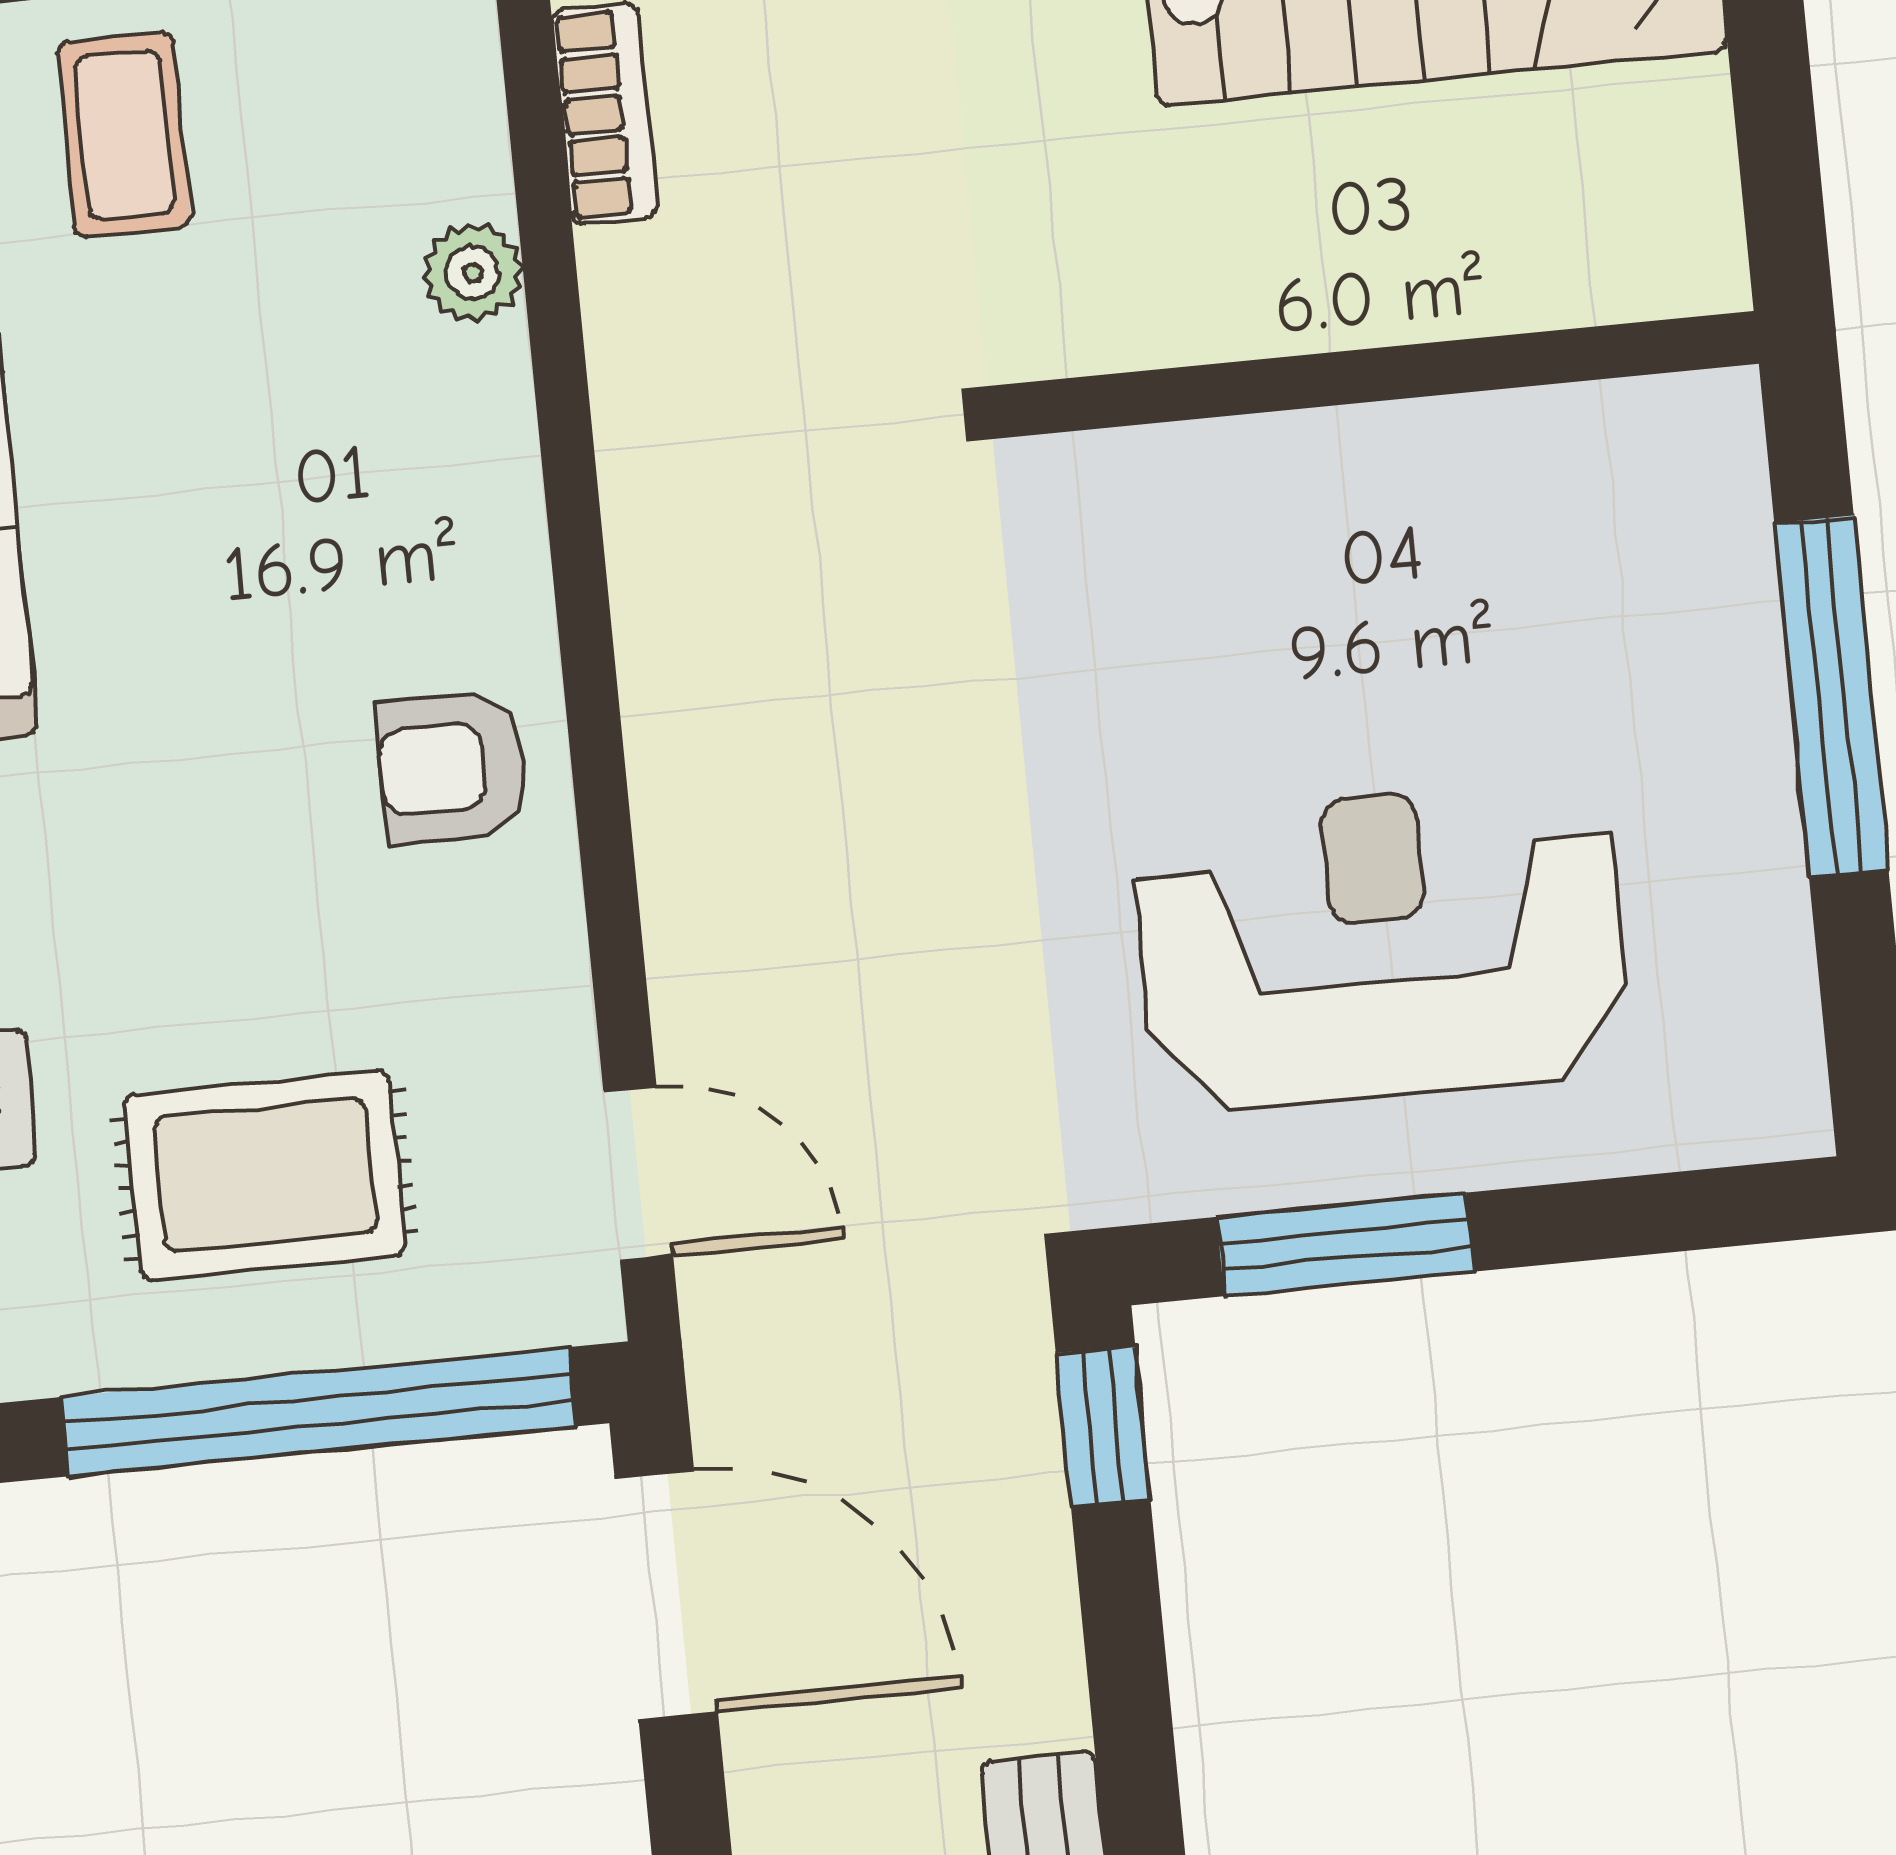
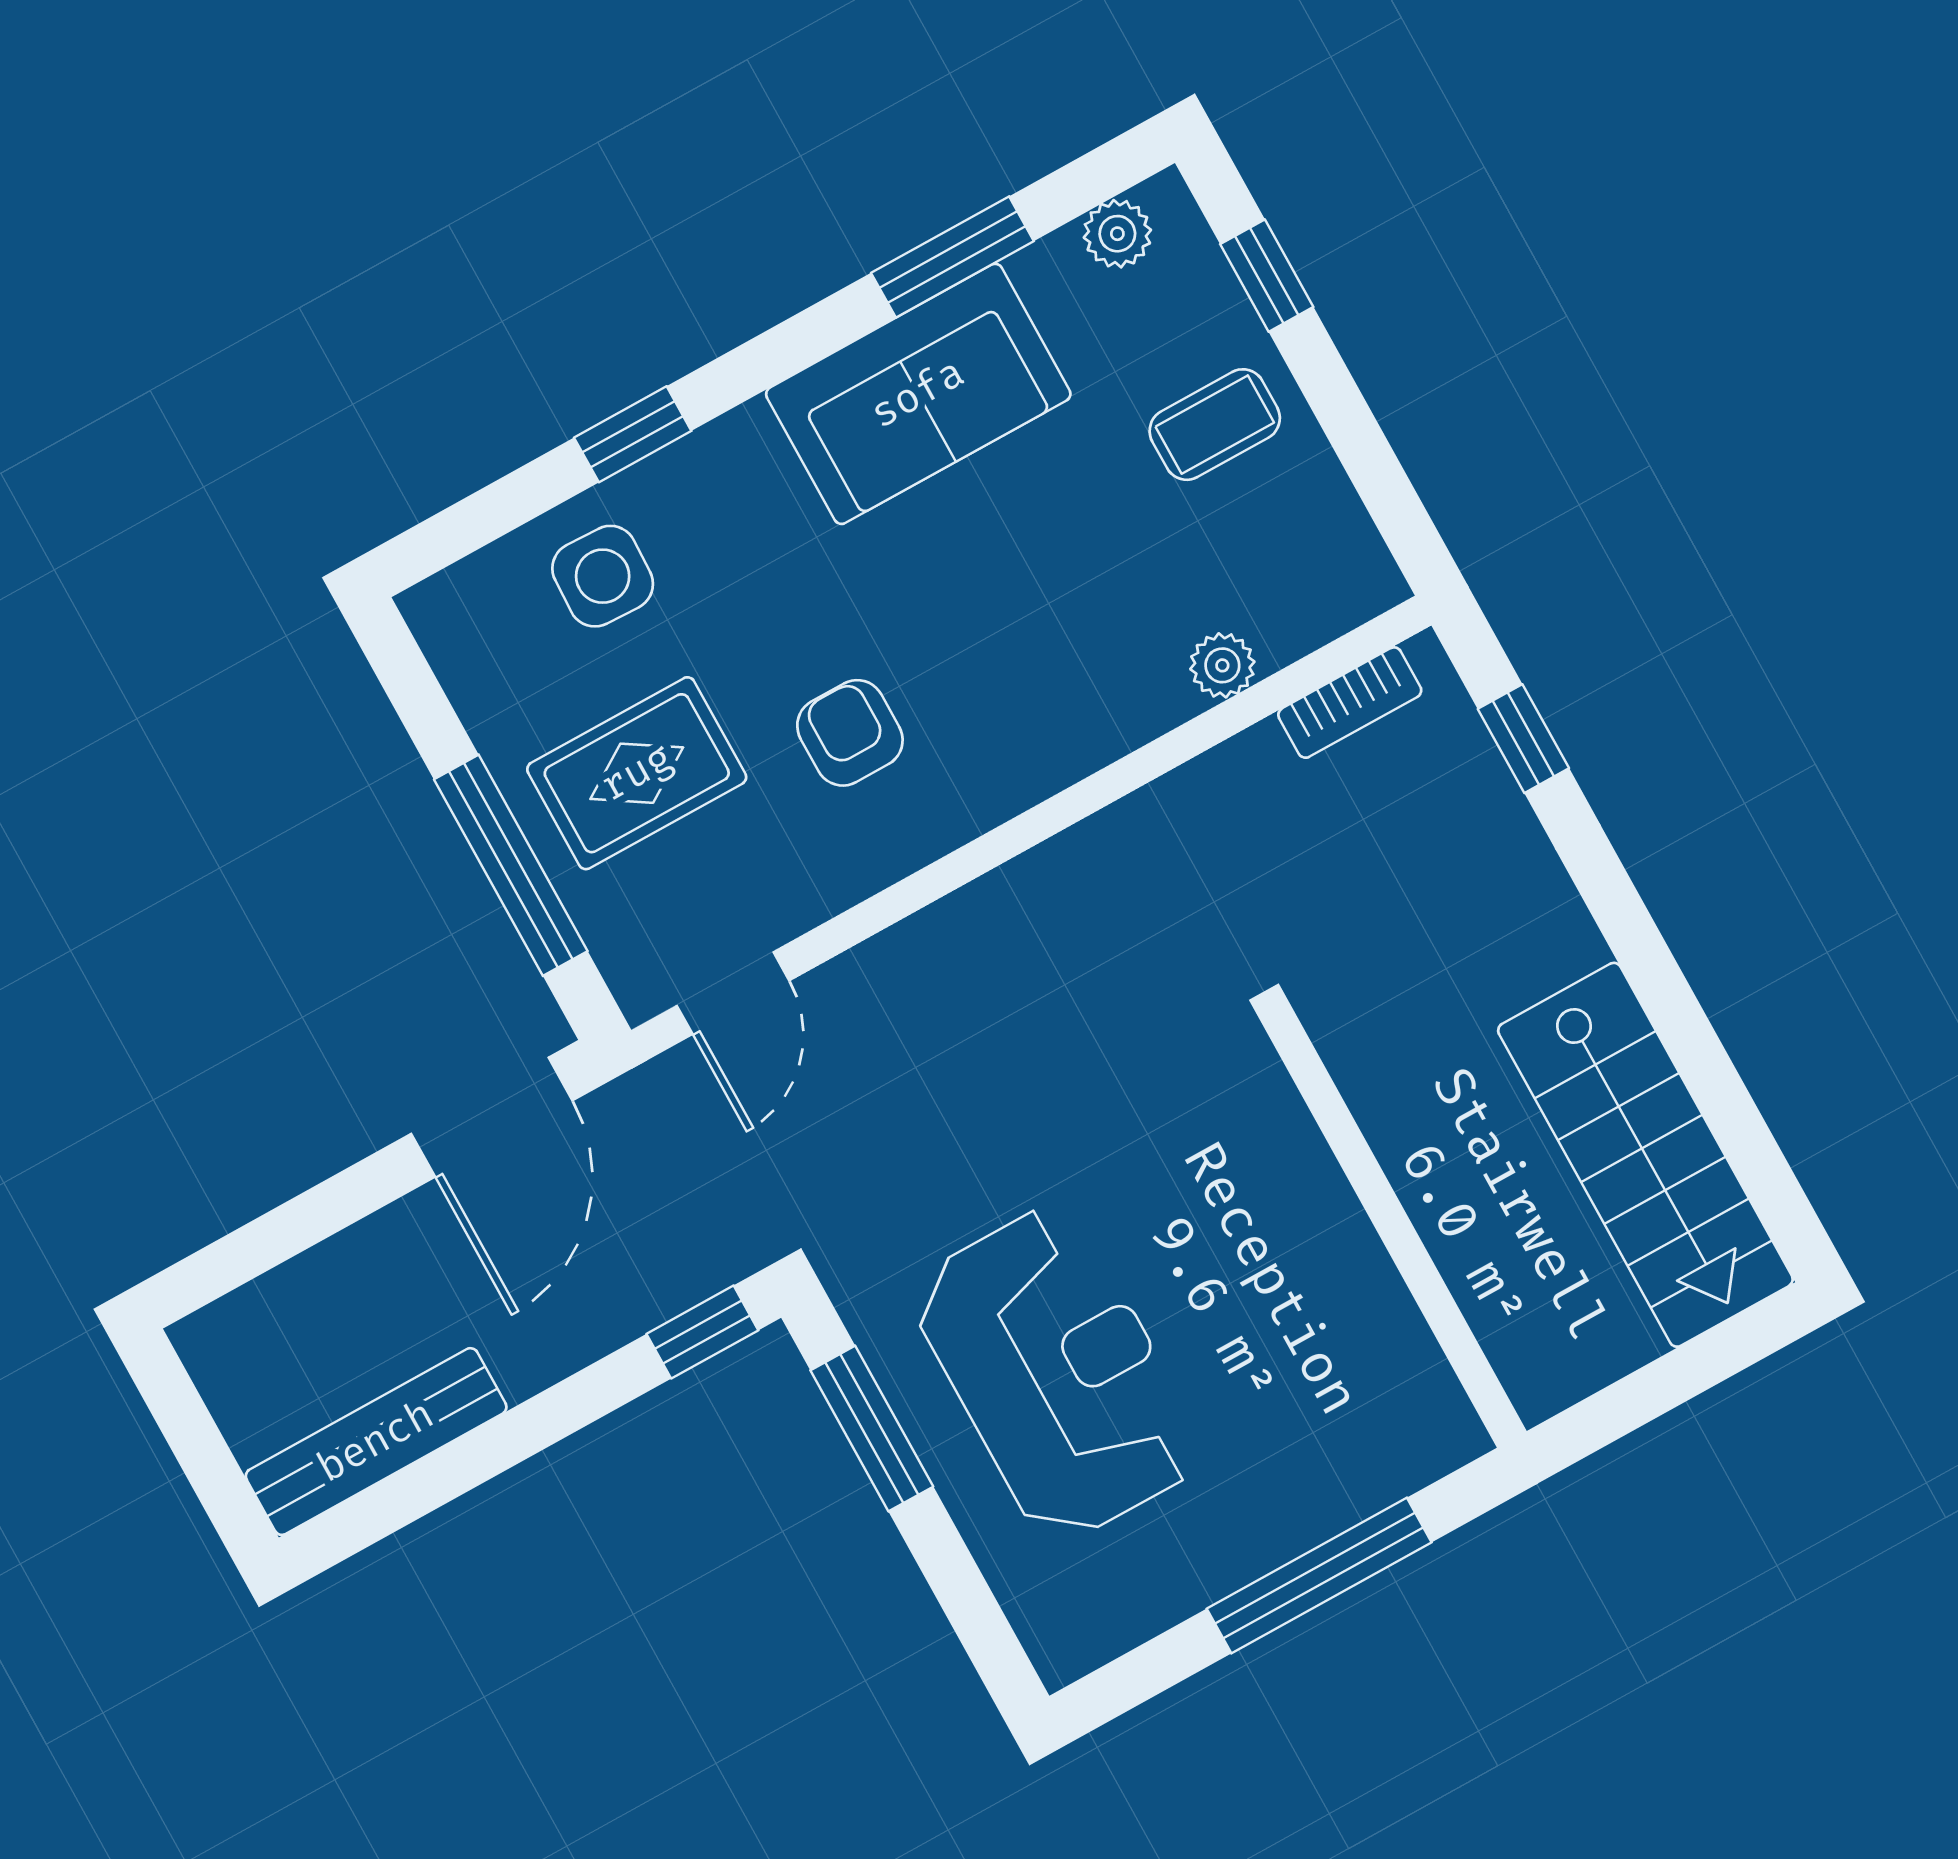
armchair: (452, 767) -> (850, 733), moved
rug: (265, 1175) -> (637, 773), turned 90
window: (318, 1412) -> (511, 865), width x0.68

